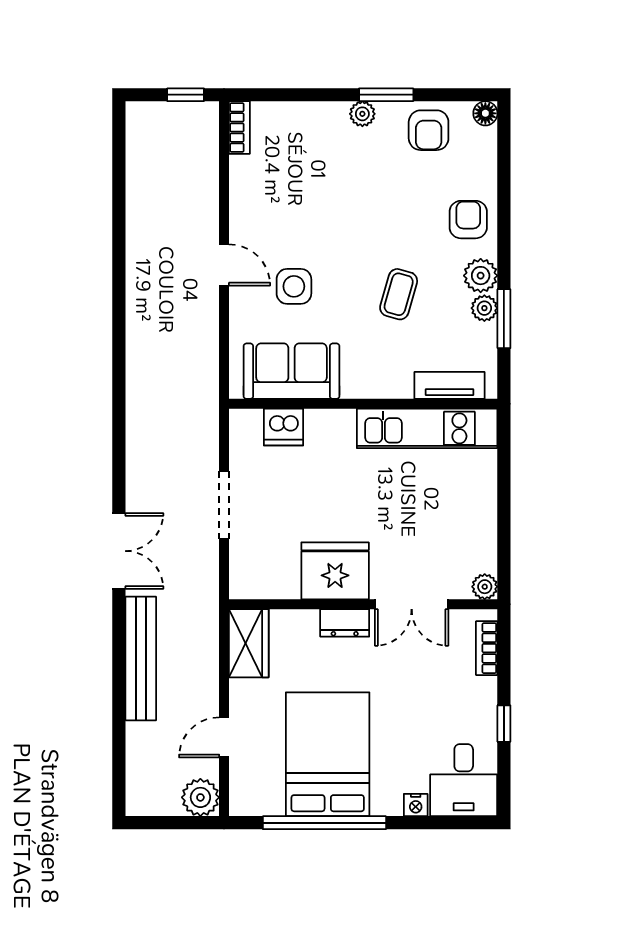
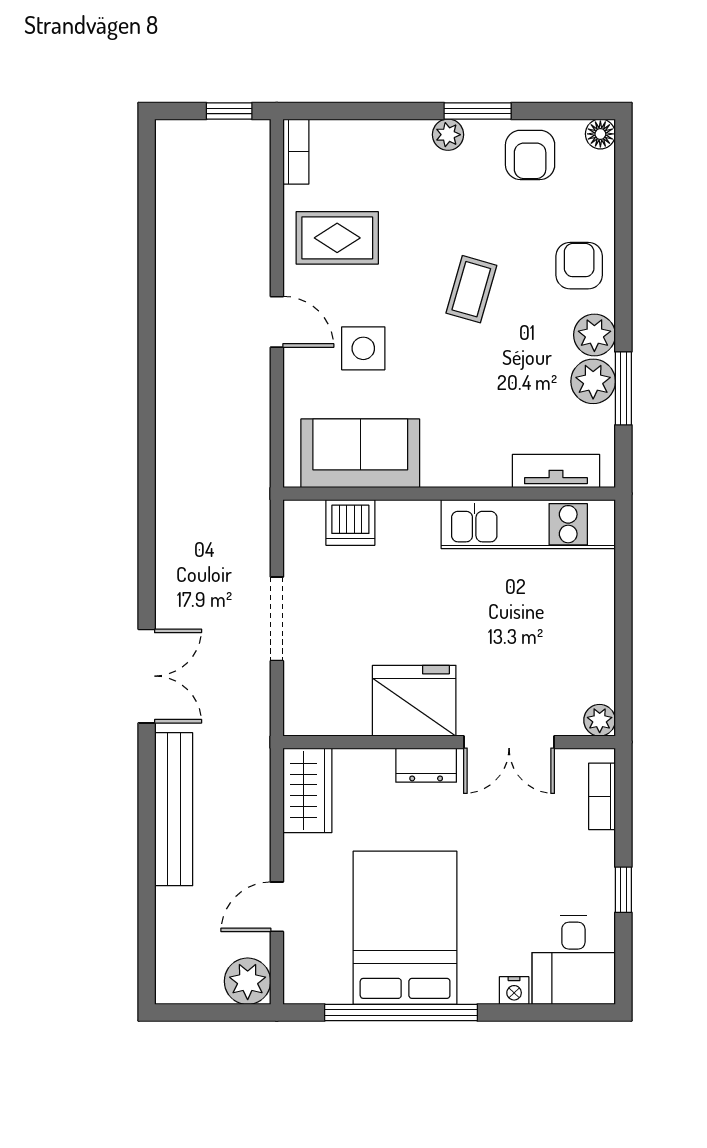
rug: (273, 197) -> (337, 238), added
coffee table: (399, 294) -> (471, 289), moved
plant: (484, 308) -> (593, 381), width x1.38, depth x1.38

